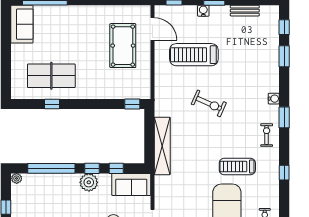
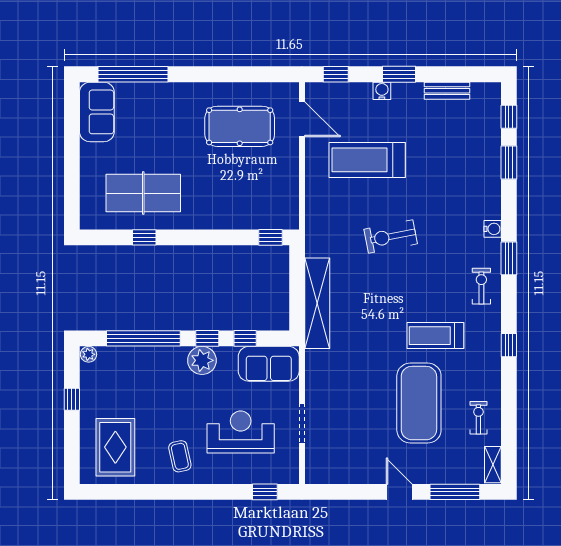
pool table: (123, 46) -> (240, 126), moved, turned 90
exercise bike: (209, 103) -> (391, 236), turned 145

